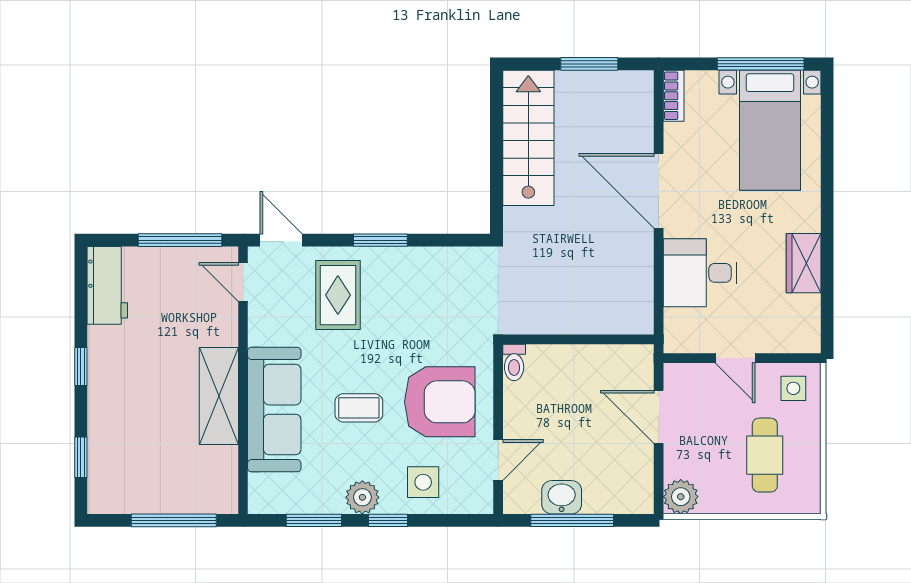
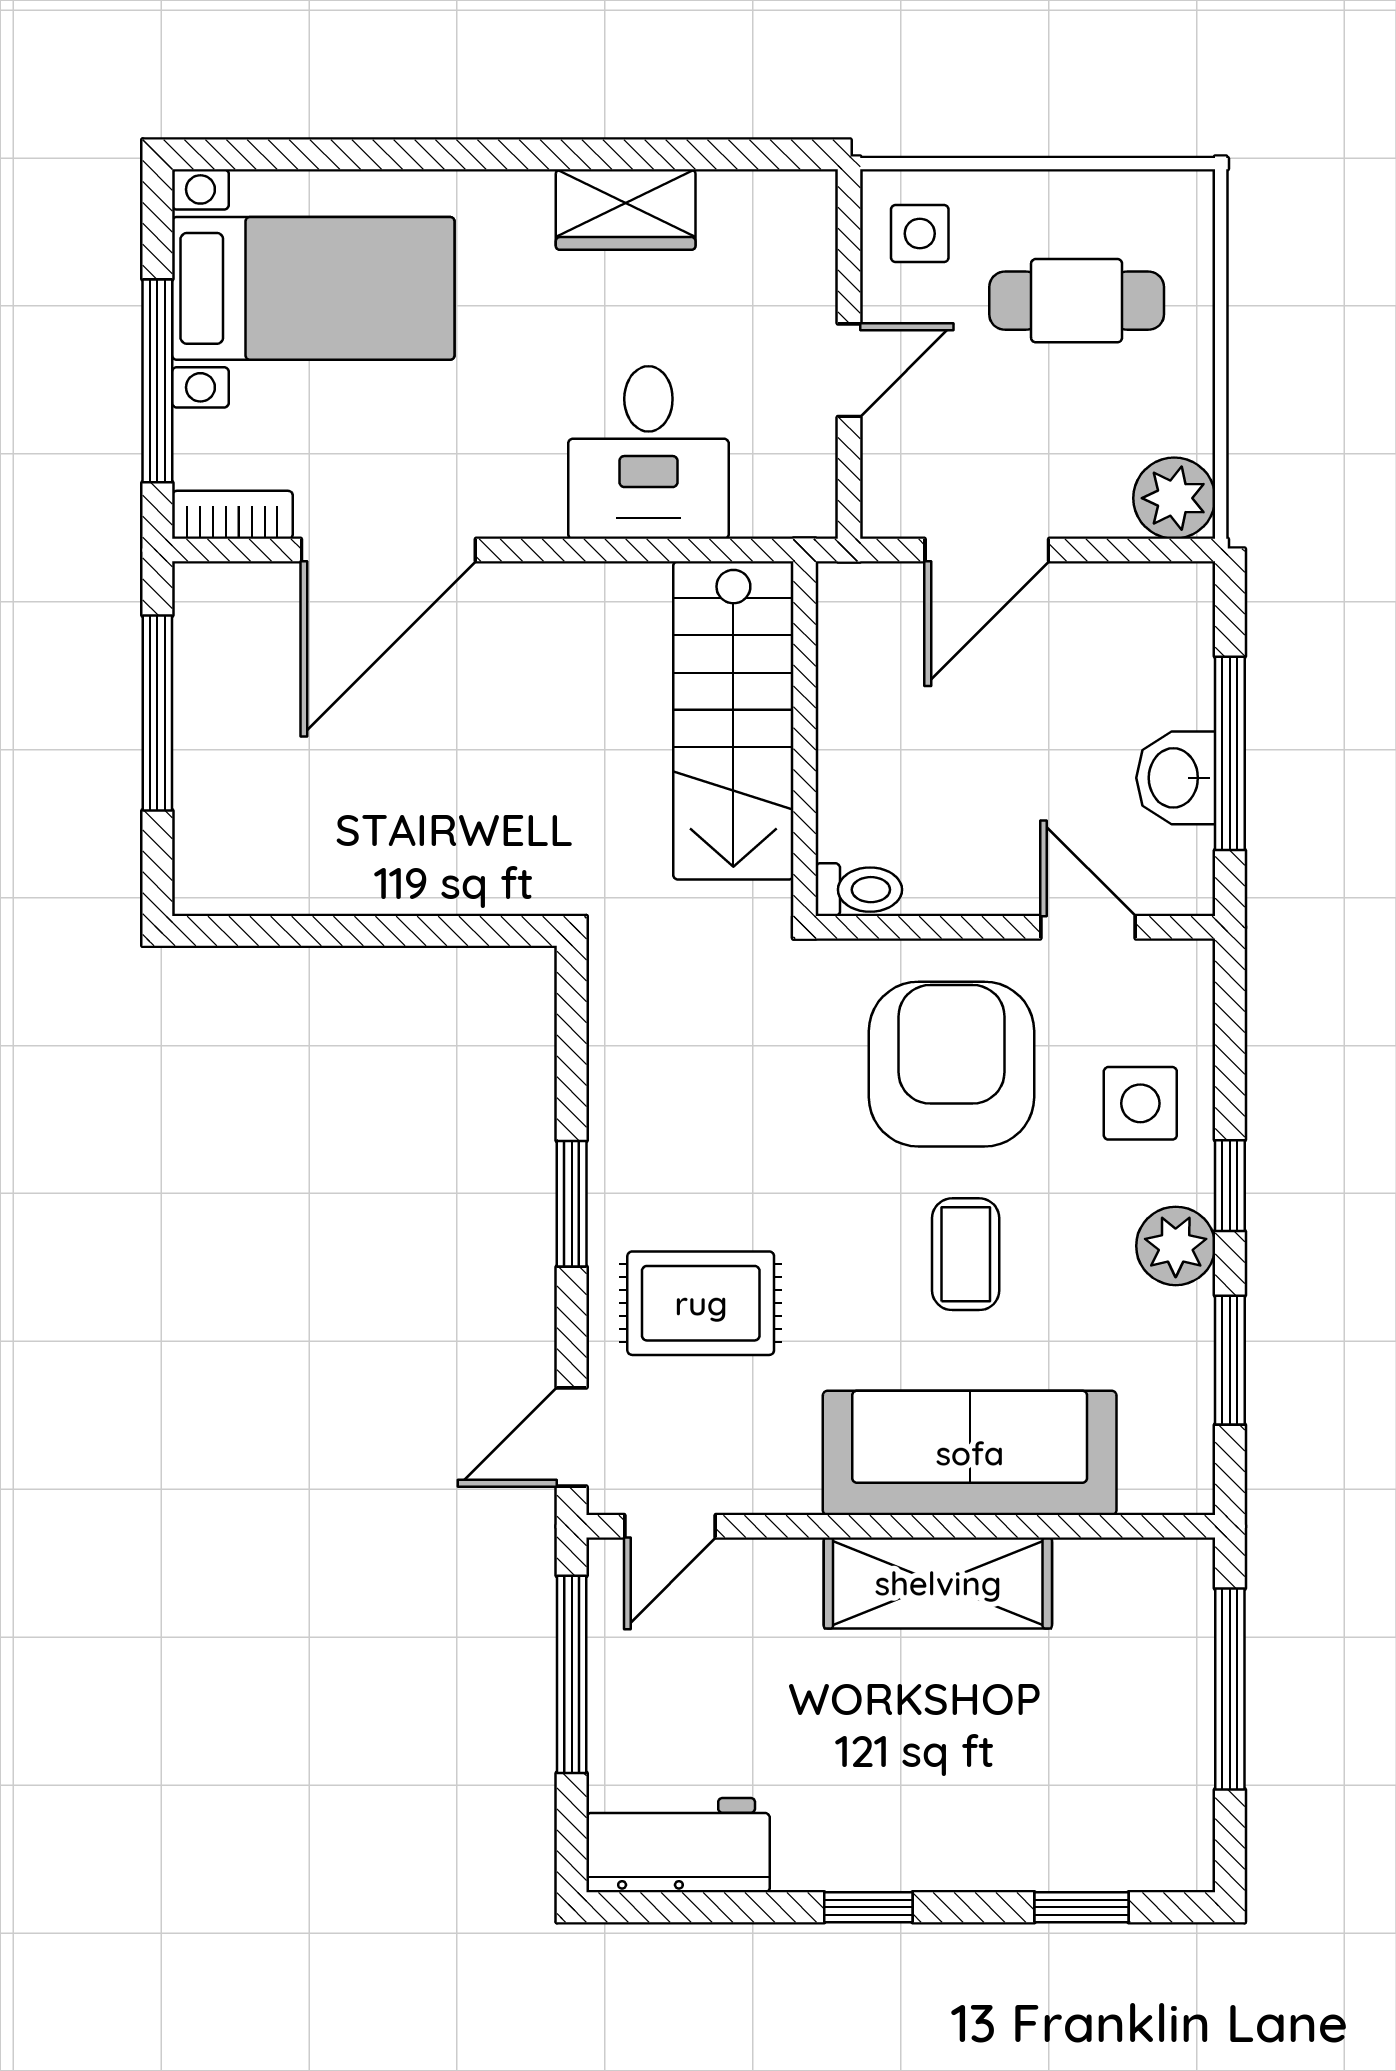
window: (589, 64) -> (157, 713), width x1.44
window: (761, 64) -> (157, 381), moved
stairs: (528, 138) -> (733, 720), moved, turned -90
door: (659, 191) -> (388, 550), moved

